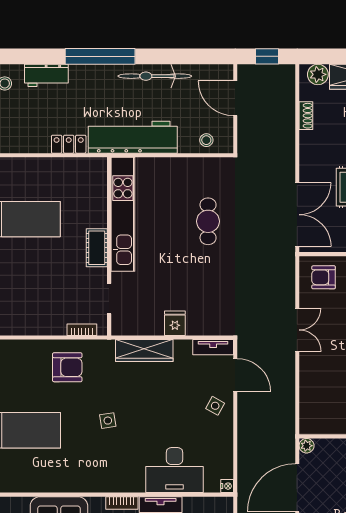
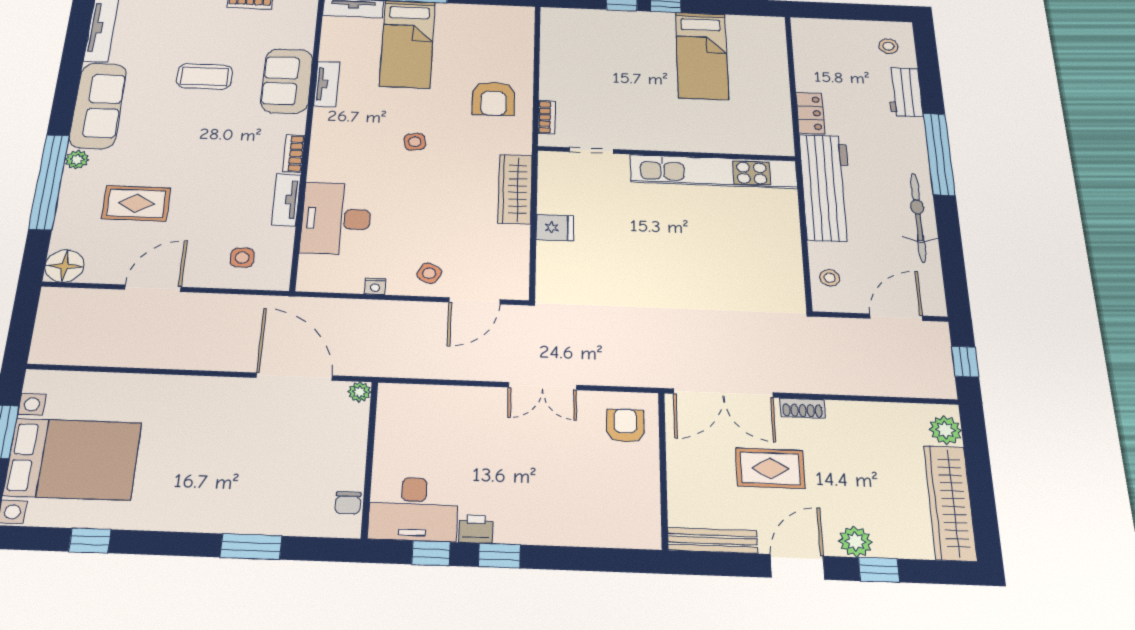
shoe rack: (306, 116) -> (802, 408), moved
cafe table: (208, 221) -> (708, 275), removed
cot: (97, 248) -> (664, 139), removed
tv unit: (213, 347) -> (327, 84), moved, turned 180
nightstand: (227, 486) -> (375, 286), moved

